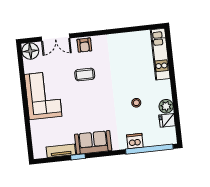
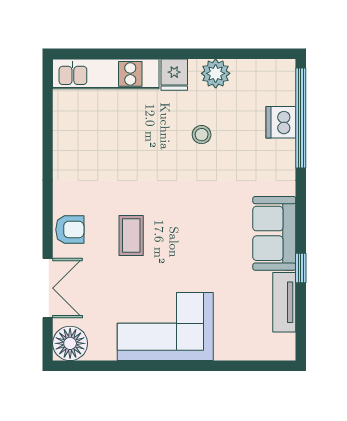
fridge: (167, 120) -> (174, 75), moved
dishwasher: (135, 141) -> (281, 122), moved

